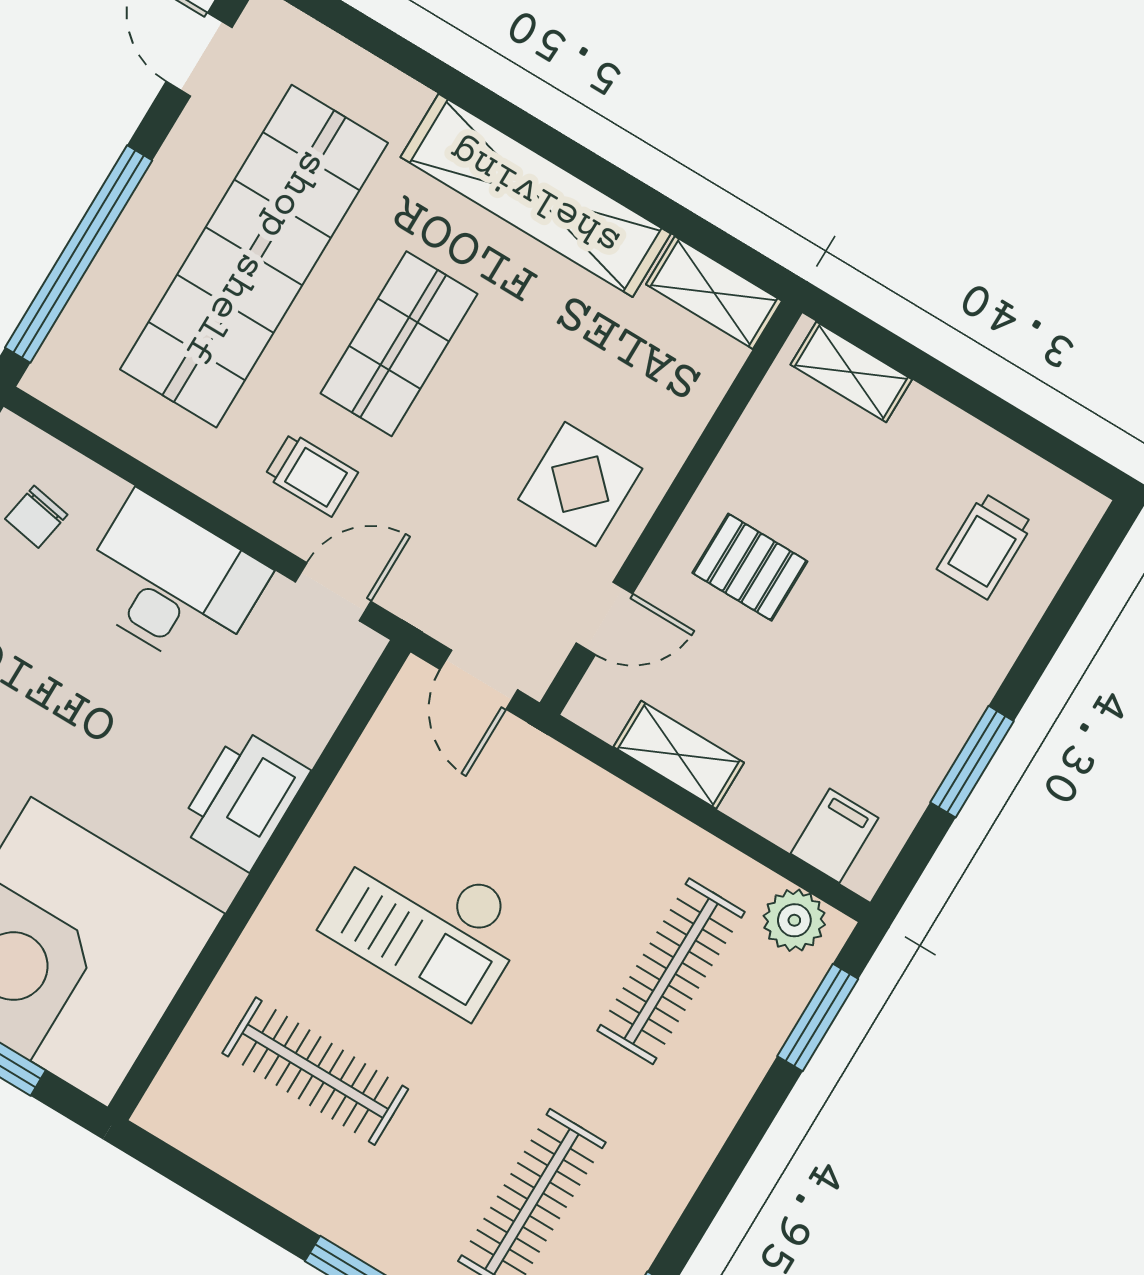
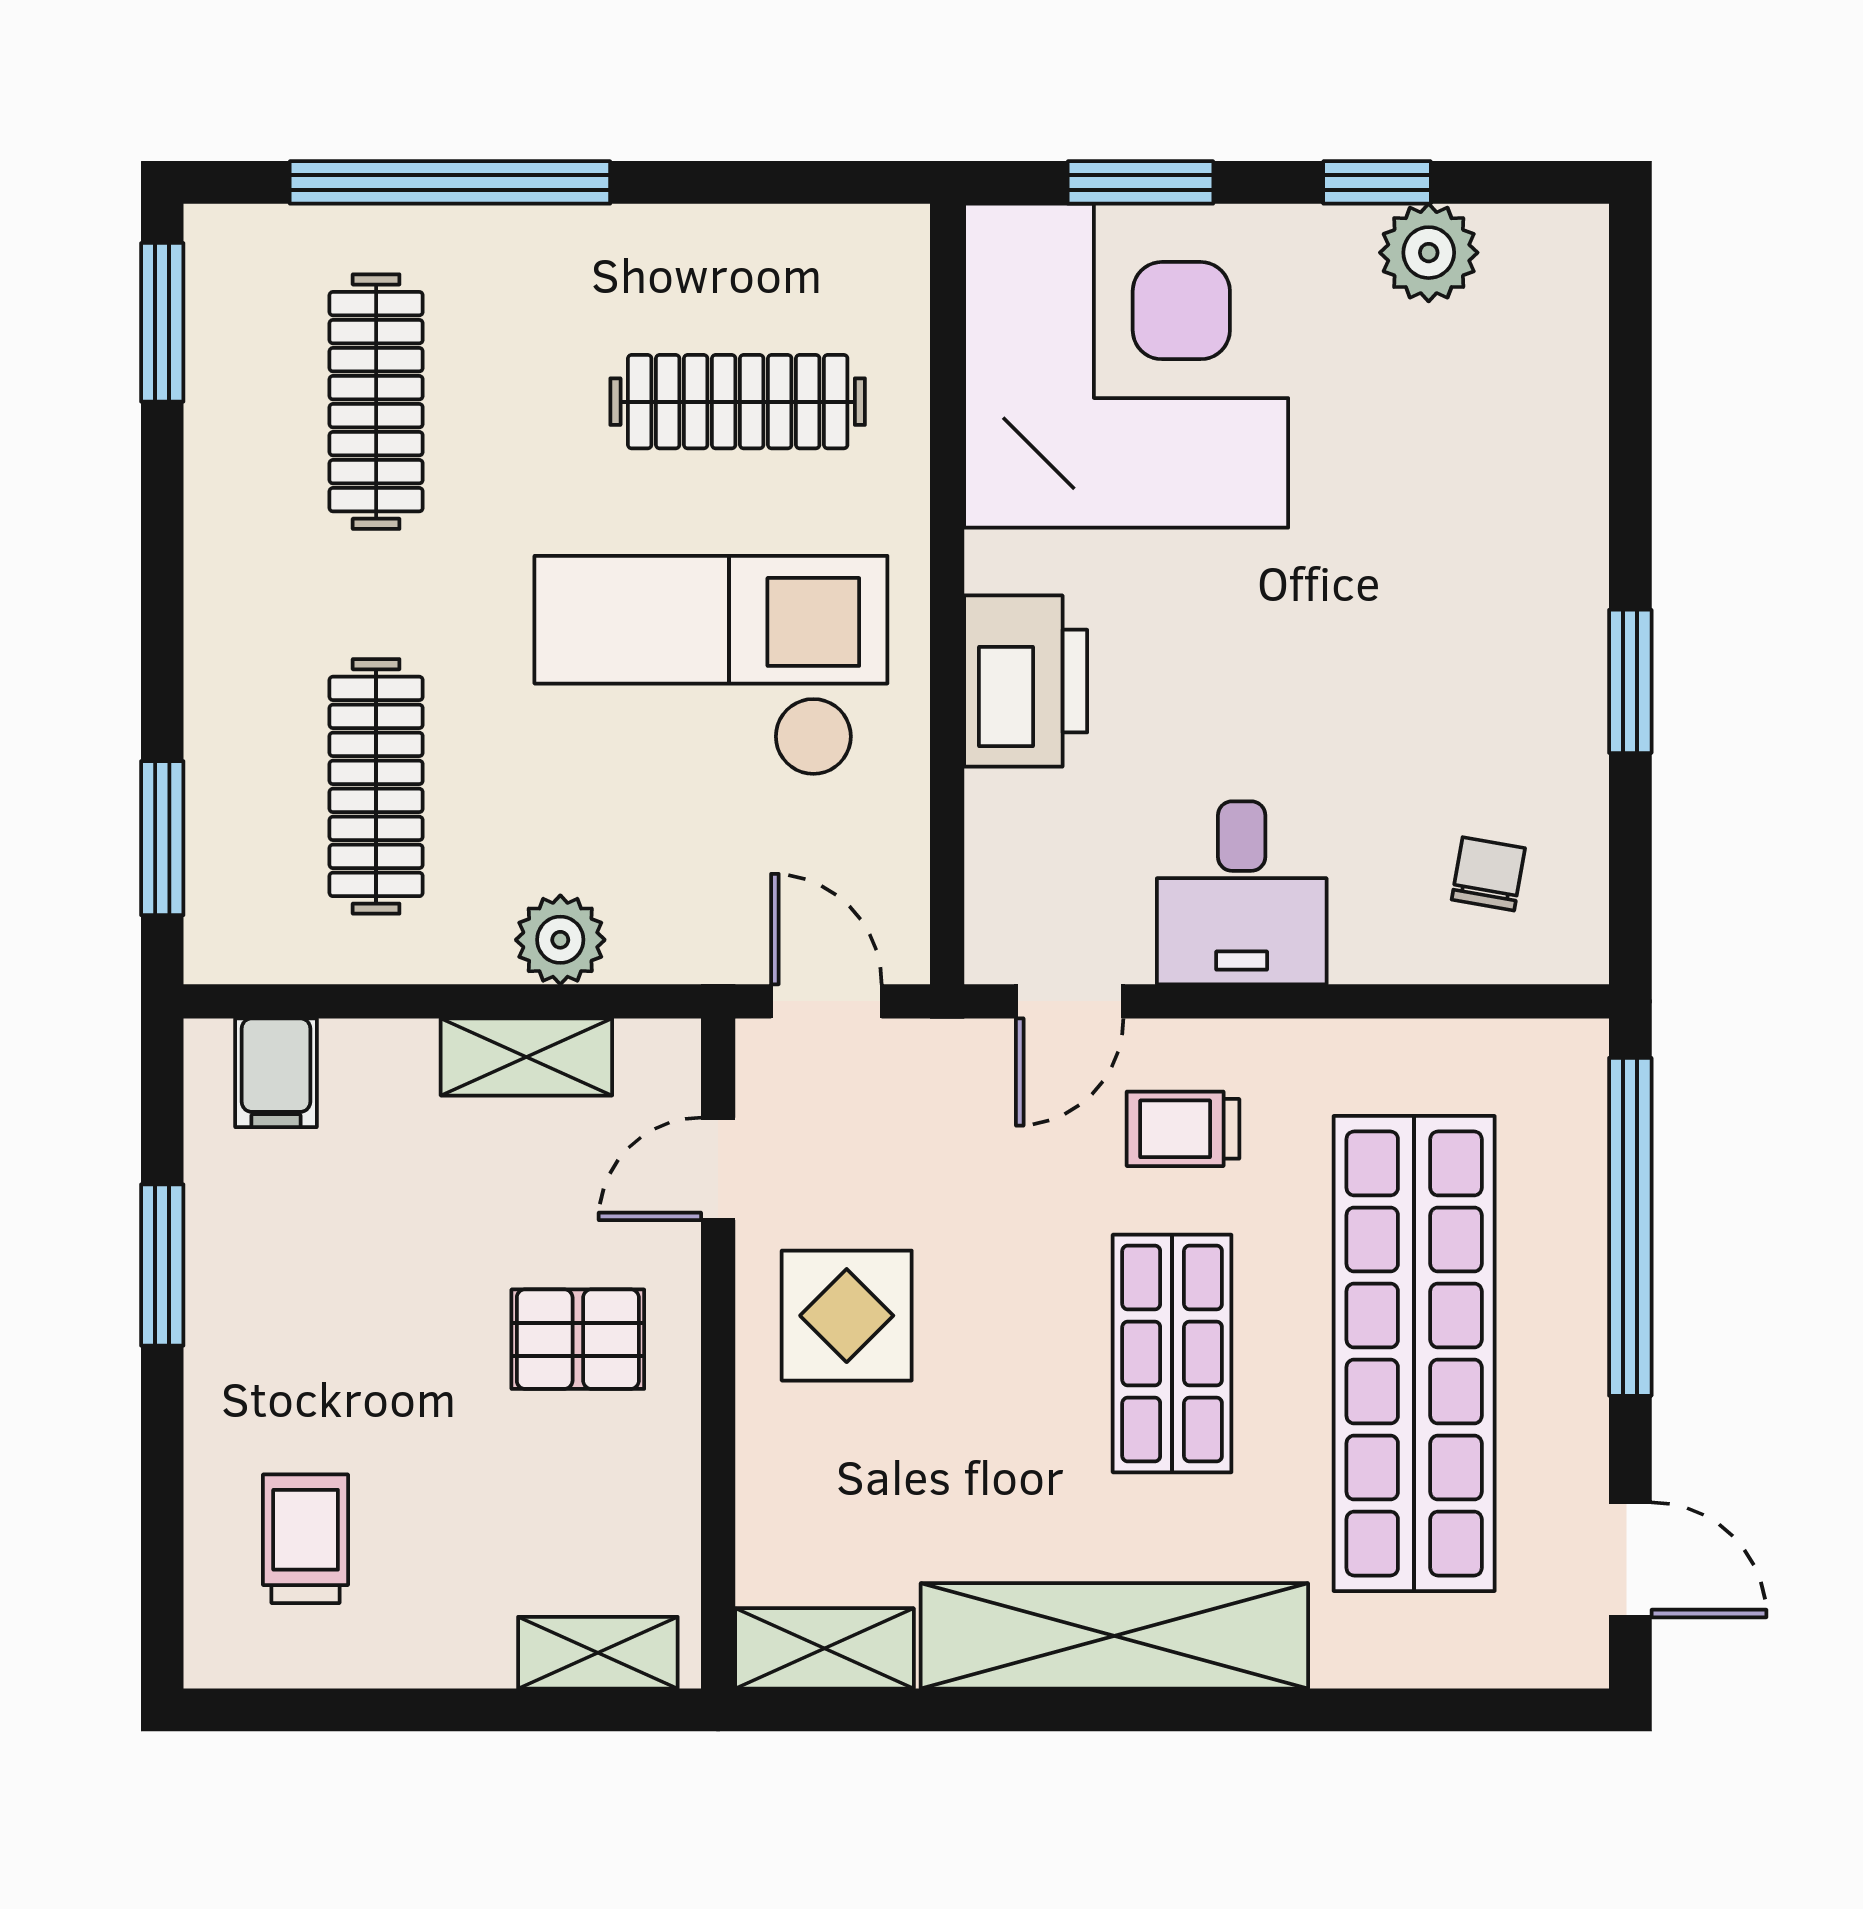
desk: (172, 583) -> (1242, 893), width x0.73
plant: (794, 920) -> (560, 940), moved
checkout: (427, 922) -> (711, 666), width x1.36, depth x1.21

